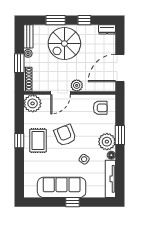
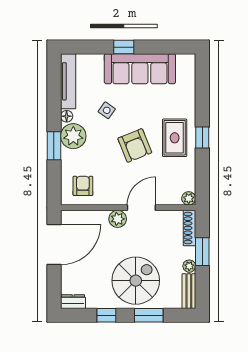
plant: (33, 103) -> (189, 198), width x0.53, depth x0.53
armchair: (100, 108) -> (83, 186), turned 90

